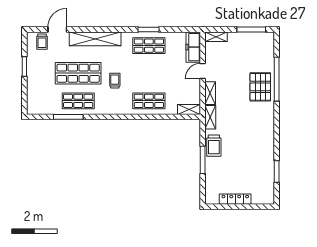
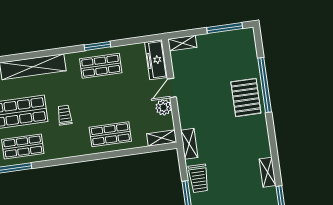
plant: (194, 86) -> (164, 107), added
shelving: (210, 93) -> (268, 172), moved

